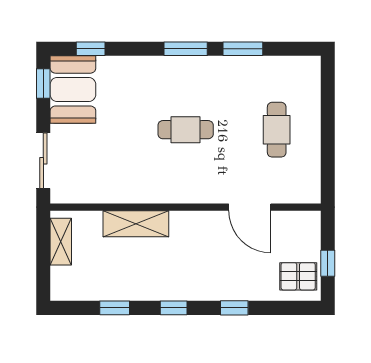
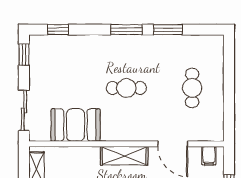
booth: (73, 90) -> (76, 125), moved, turned 90
shelving: (136, 224) -> (124, 156), moved
filing cabinet: (300, 224) -> (209, 156), added

